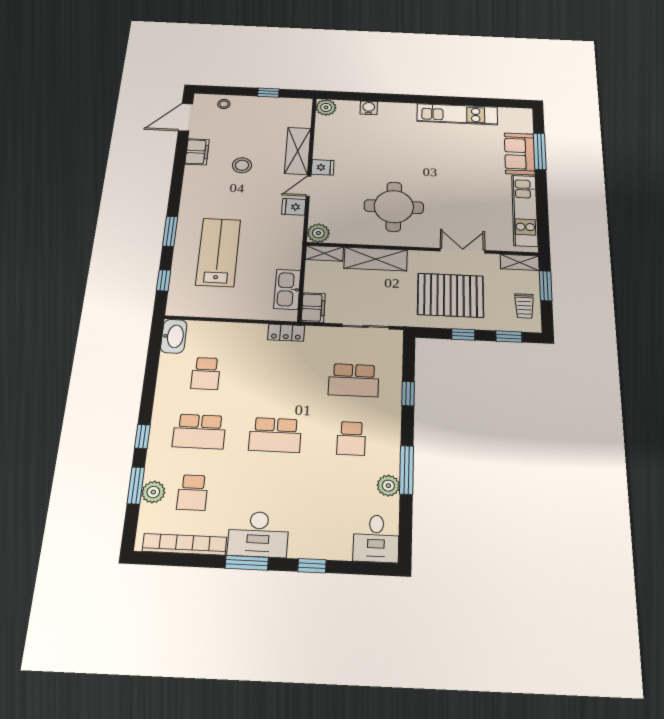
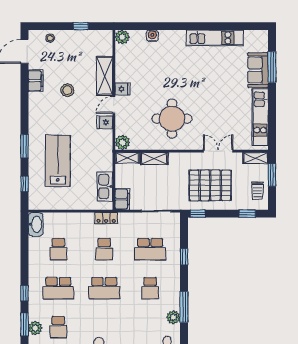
shelving: (376, 259) -> (154, 159), width x0.67, depth x0.75
window: (463, 334) -> (198, 214), moved
school desk: (280, 377) -> (104, 249), added

